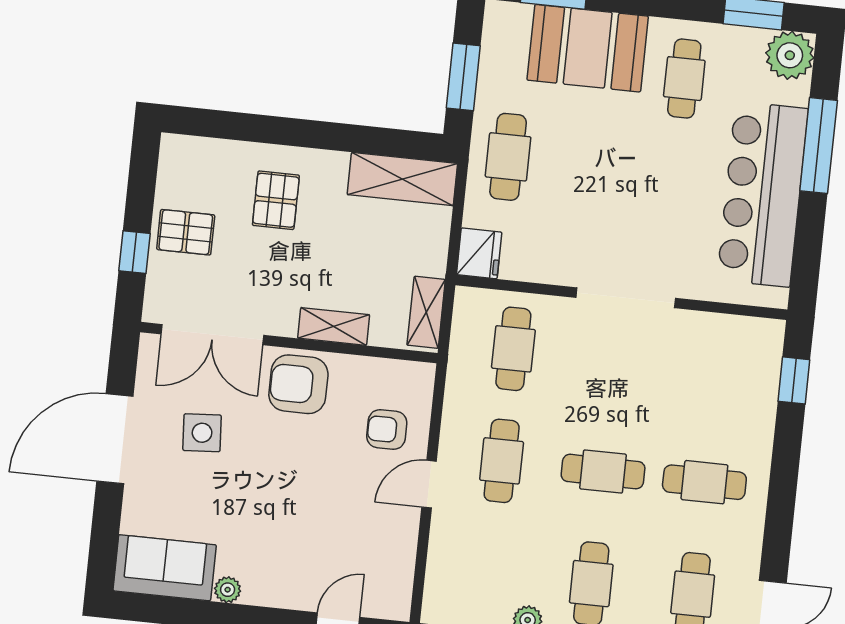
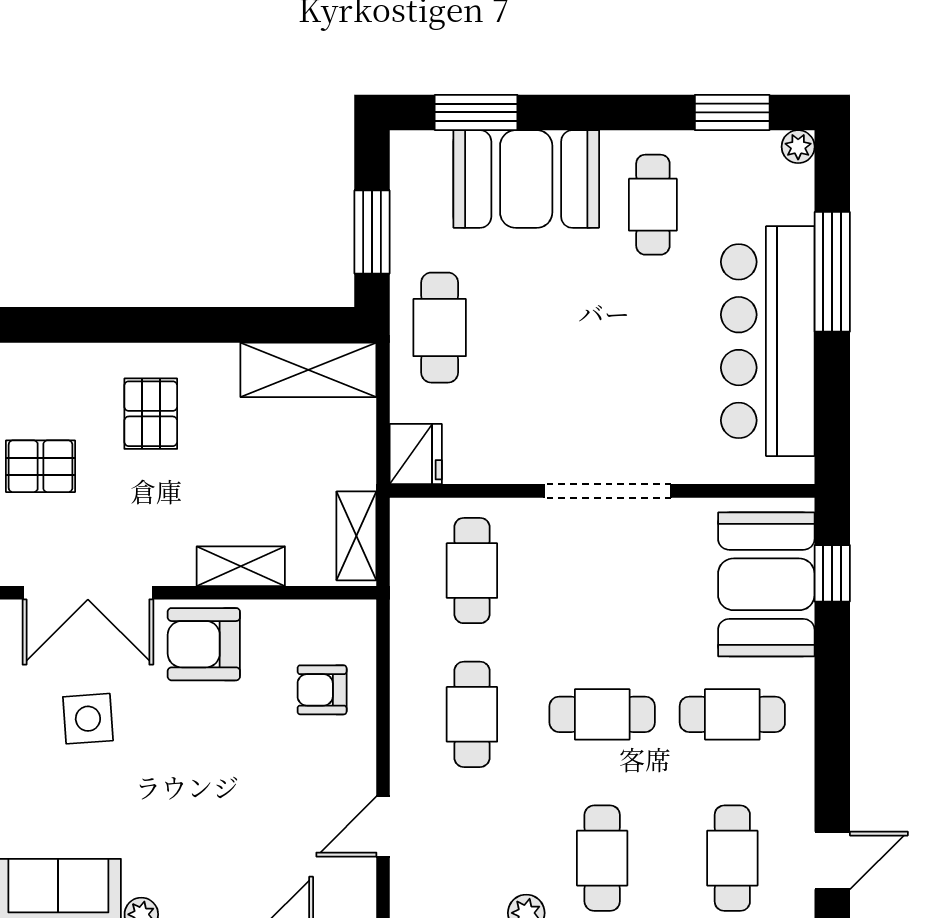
plant: (790, 55) -> (798, 147), width x0.53, depth x0.53
booth: (742, 384) -> (766, 584), added
door: (429, 484) -> (383, 827), moved

